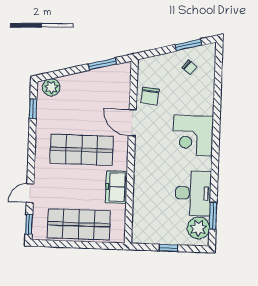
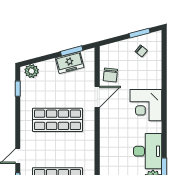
door: (132, 123) -> (97, 97), swing flipped
freezer: (116, 187) -> (70, 63), moved, turned -105

